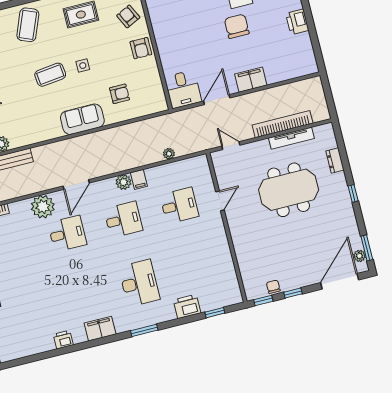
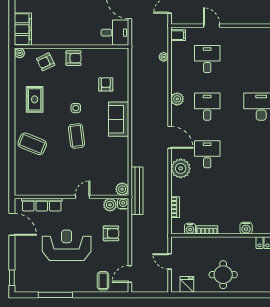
filing cabinet: (139, 179) -> (178, 35), moved

